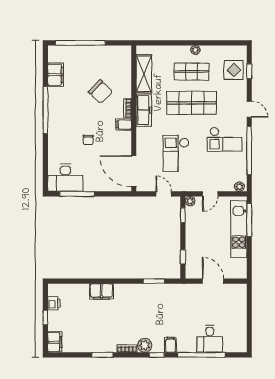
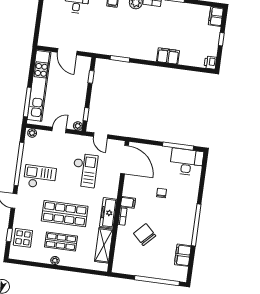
kitchen unit: (239, 229) -> (39, 86), width x1.36
printer: (54, 303) -> (210, 63), moved

